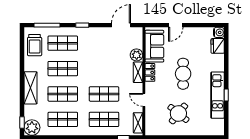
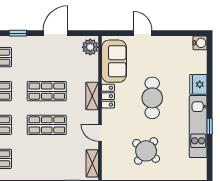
door: (121, 25) -> (55, 33), moved
door: (176, 25) -> (142, 33), swing flipped
fridge: (218, 46) -> (198, 84), moved
plant: (137, 55) -> (90, 47), moved
shop shelf: (104, 119) -> (47, 91), moved

